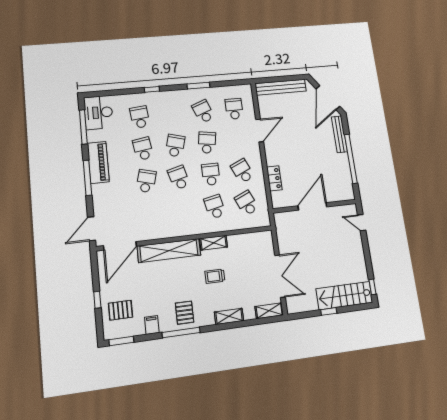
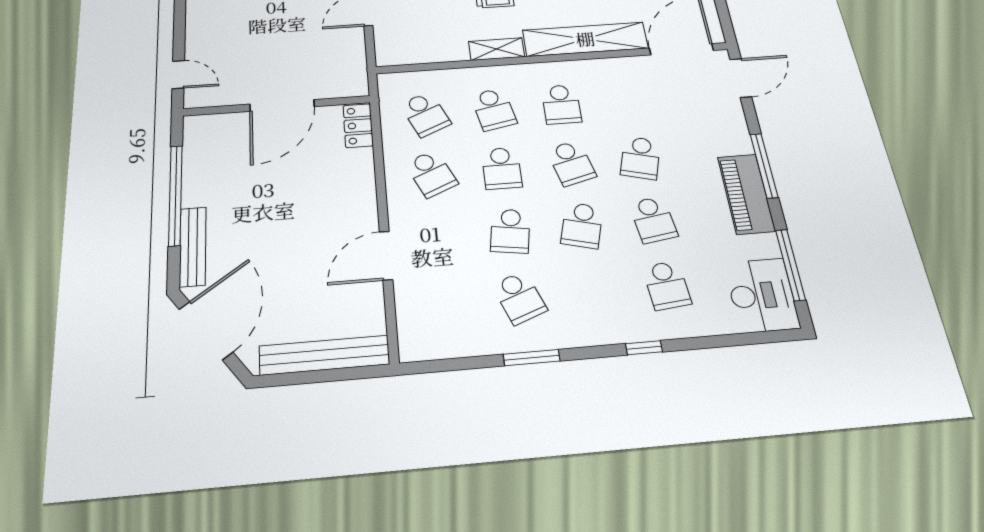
school desk: (234, 109) -> (561, 104), moved
locker: (274, 178) -> (358, 126), moved

